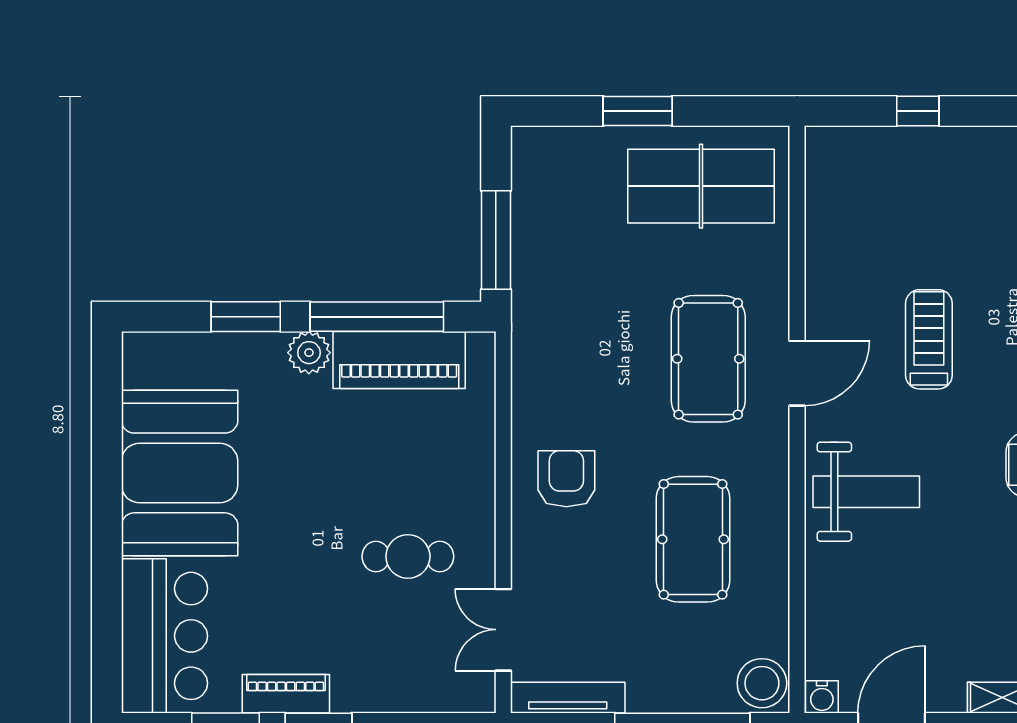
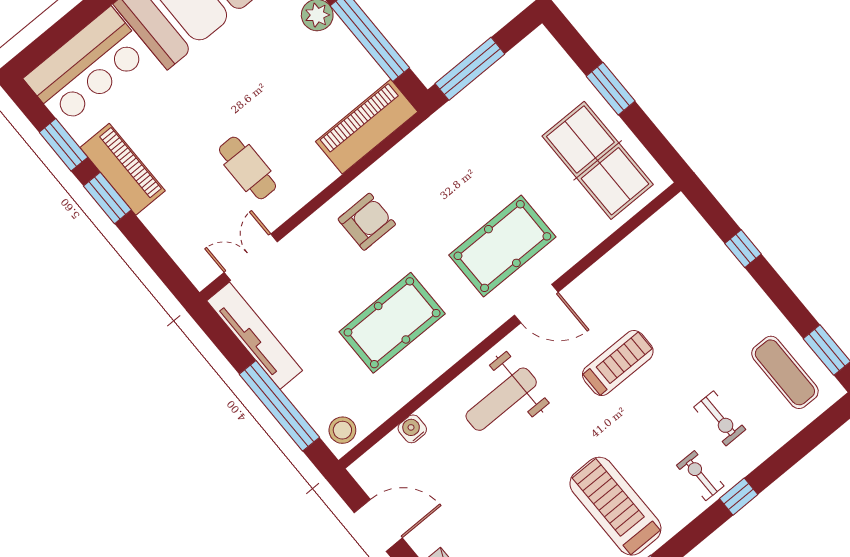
piano: (399, 360) -> (367, 127), moved, turned 90
weight bench: (866, 492) -> (501, 399), turned 90
stool: (762, 683) -> (342, 430), width x0.73, depth x0.73
piano: (286, 694) -> (123, 169), width x1.37, depth x1.33
water cooler: (822, 697) -> (412, 429), moved, turned 90
tv unit: (568, 698) -> (255, 336), width x1.36, depth x1.29

